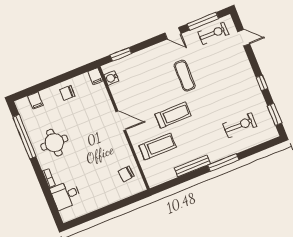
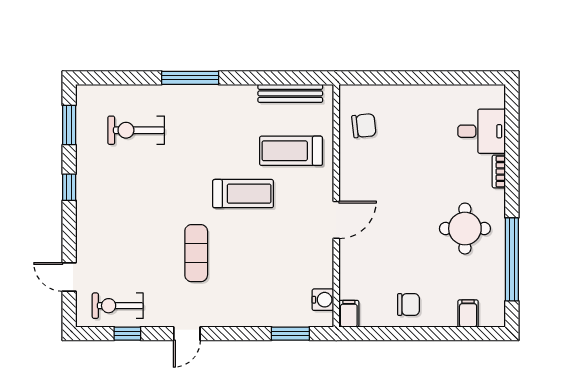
window: (203, 21) -> (127, 334), width x0.46
door: (173, 33) -> (187, 334), swing flipped
treadmill: (173, 115) -> (243, 194), turned 180
door: (121, 121) -> (336, 220), swing flipped
bench: (192, 166) -> (290, 93), moved

